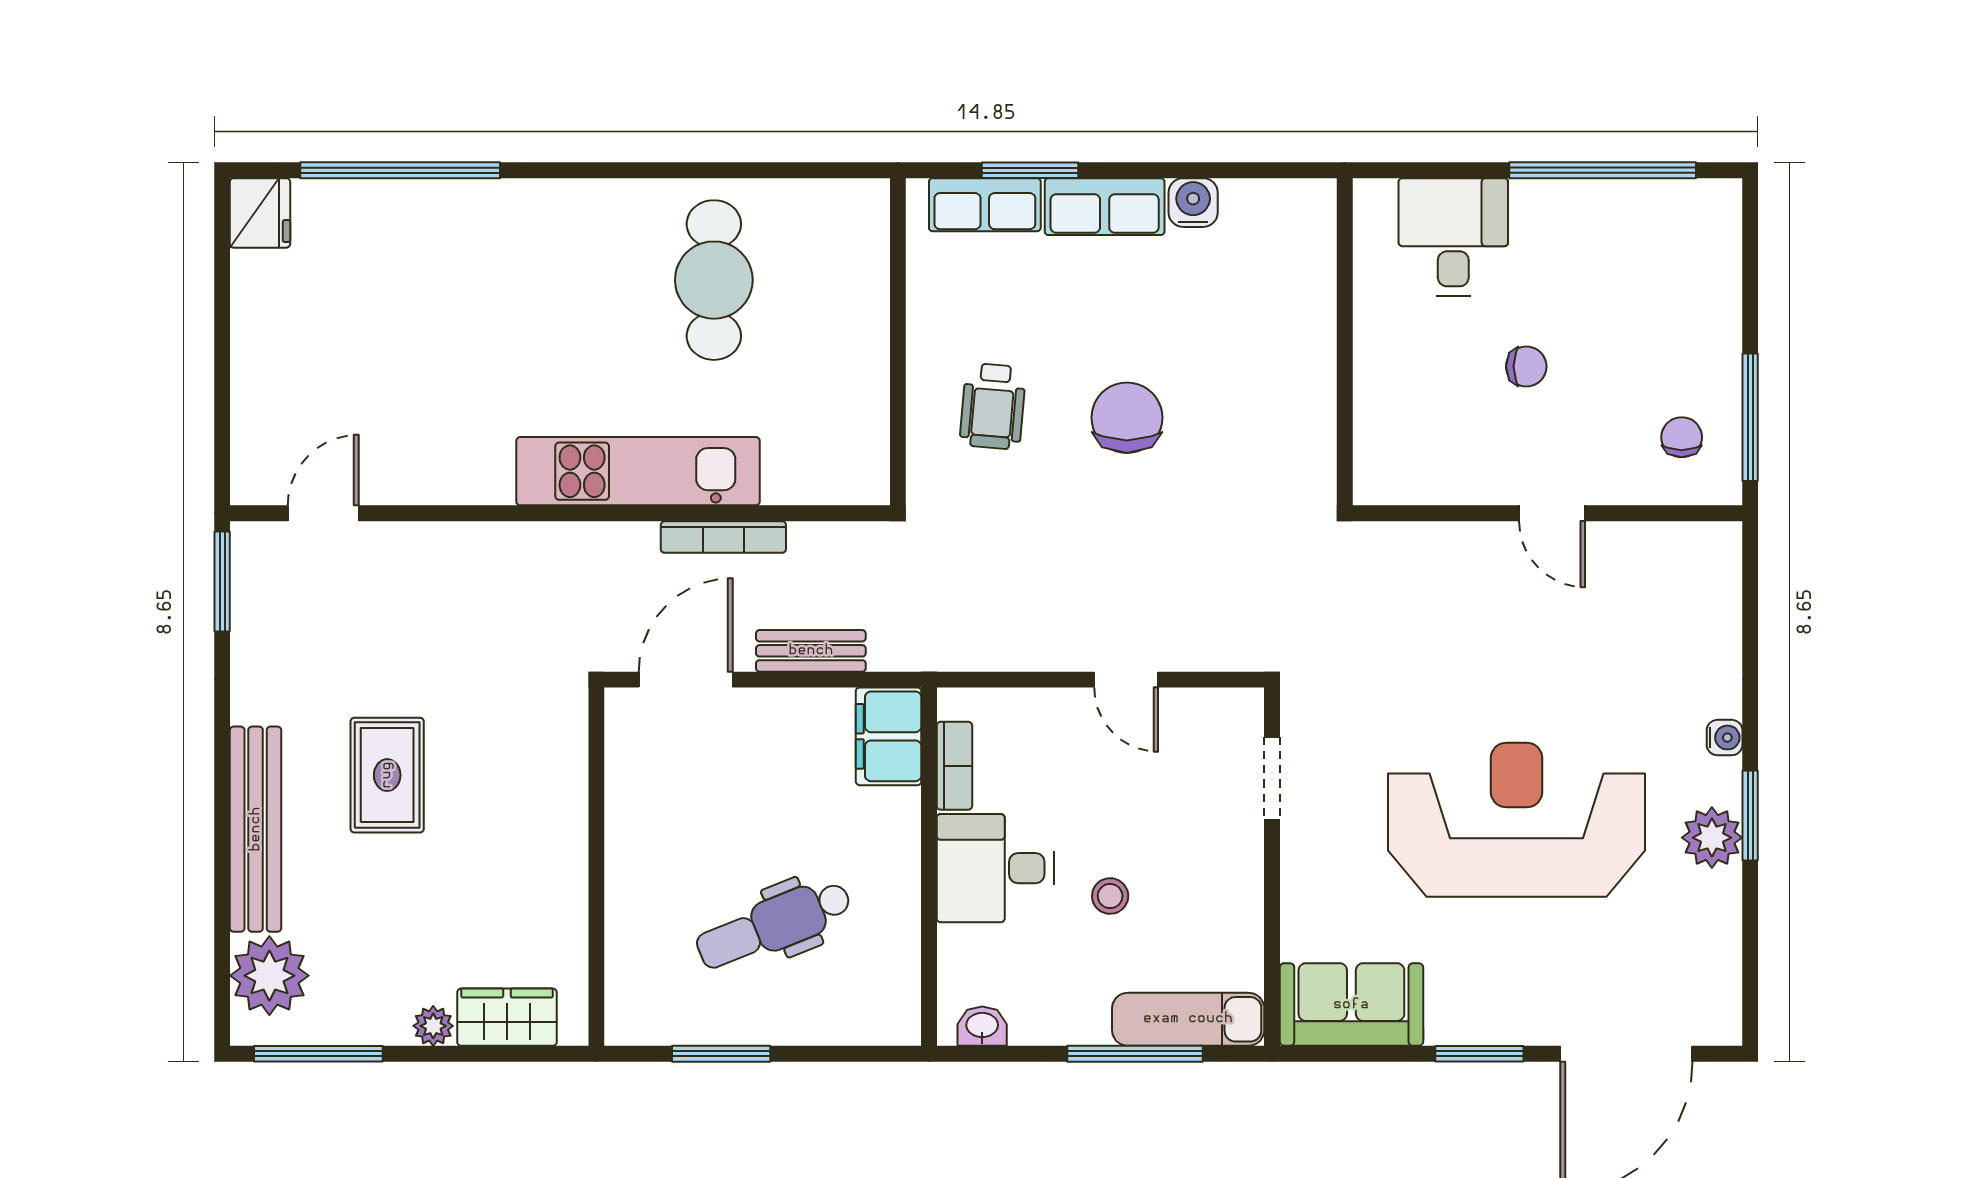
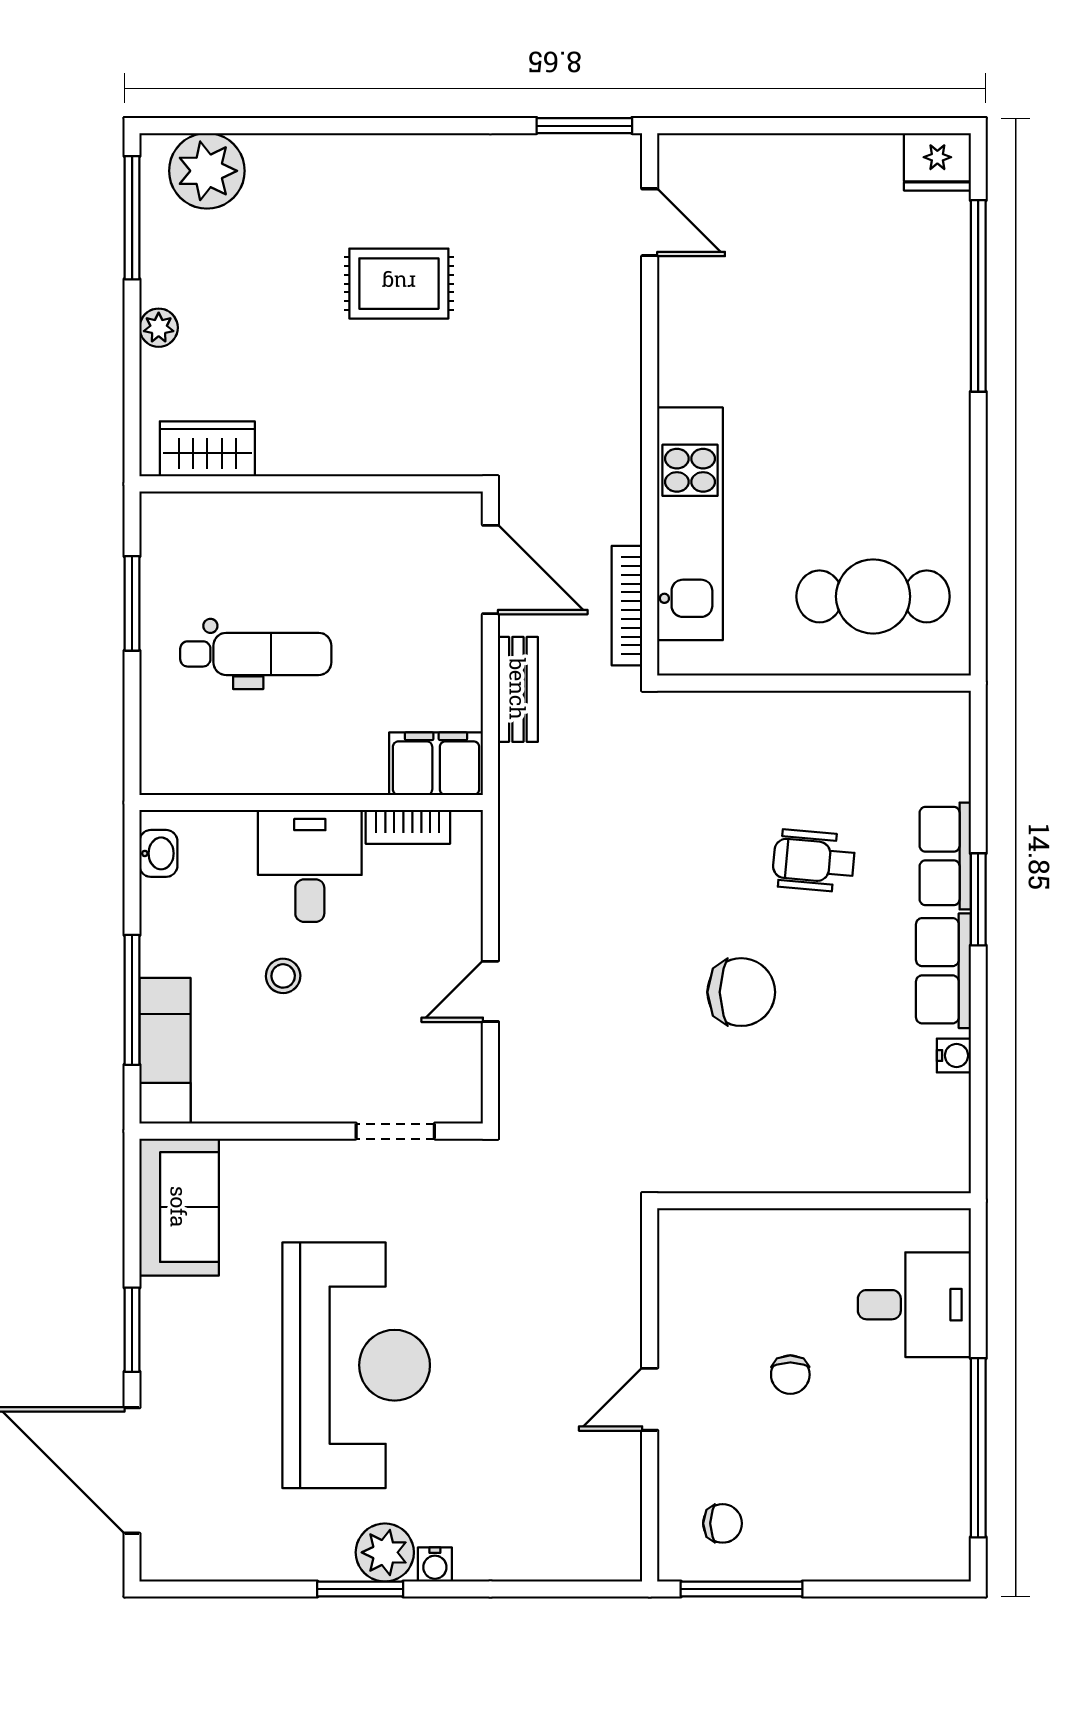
water cooler: (1193, 203) -> (954, 1055), width x0.72, depth x0.72
wall: (898, 342) -> (814, 683), moved
wheelchair: (993, 406) -> (814, 861), moved
bench: (256, 829) -> (347, 158), removed
plant: (1712, 838) -> (385, 1552), moved
dental chair: (774, 925) -> (256, 654), turned 112
wardrobe: (507, 1017) -> (207, 449), moved, turned -90

